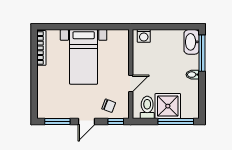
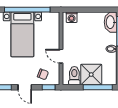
window: (90, 27) -> (27, 10), added
door: (131, 83) -> (61, 56), swing flipped
door: (86, 122) -> (25, 87), hinge flipped

